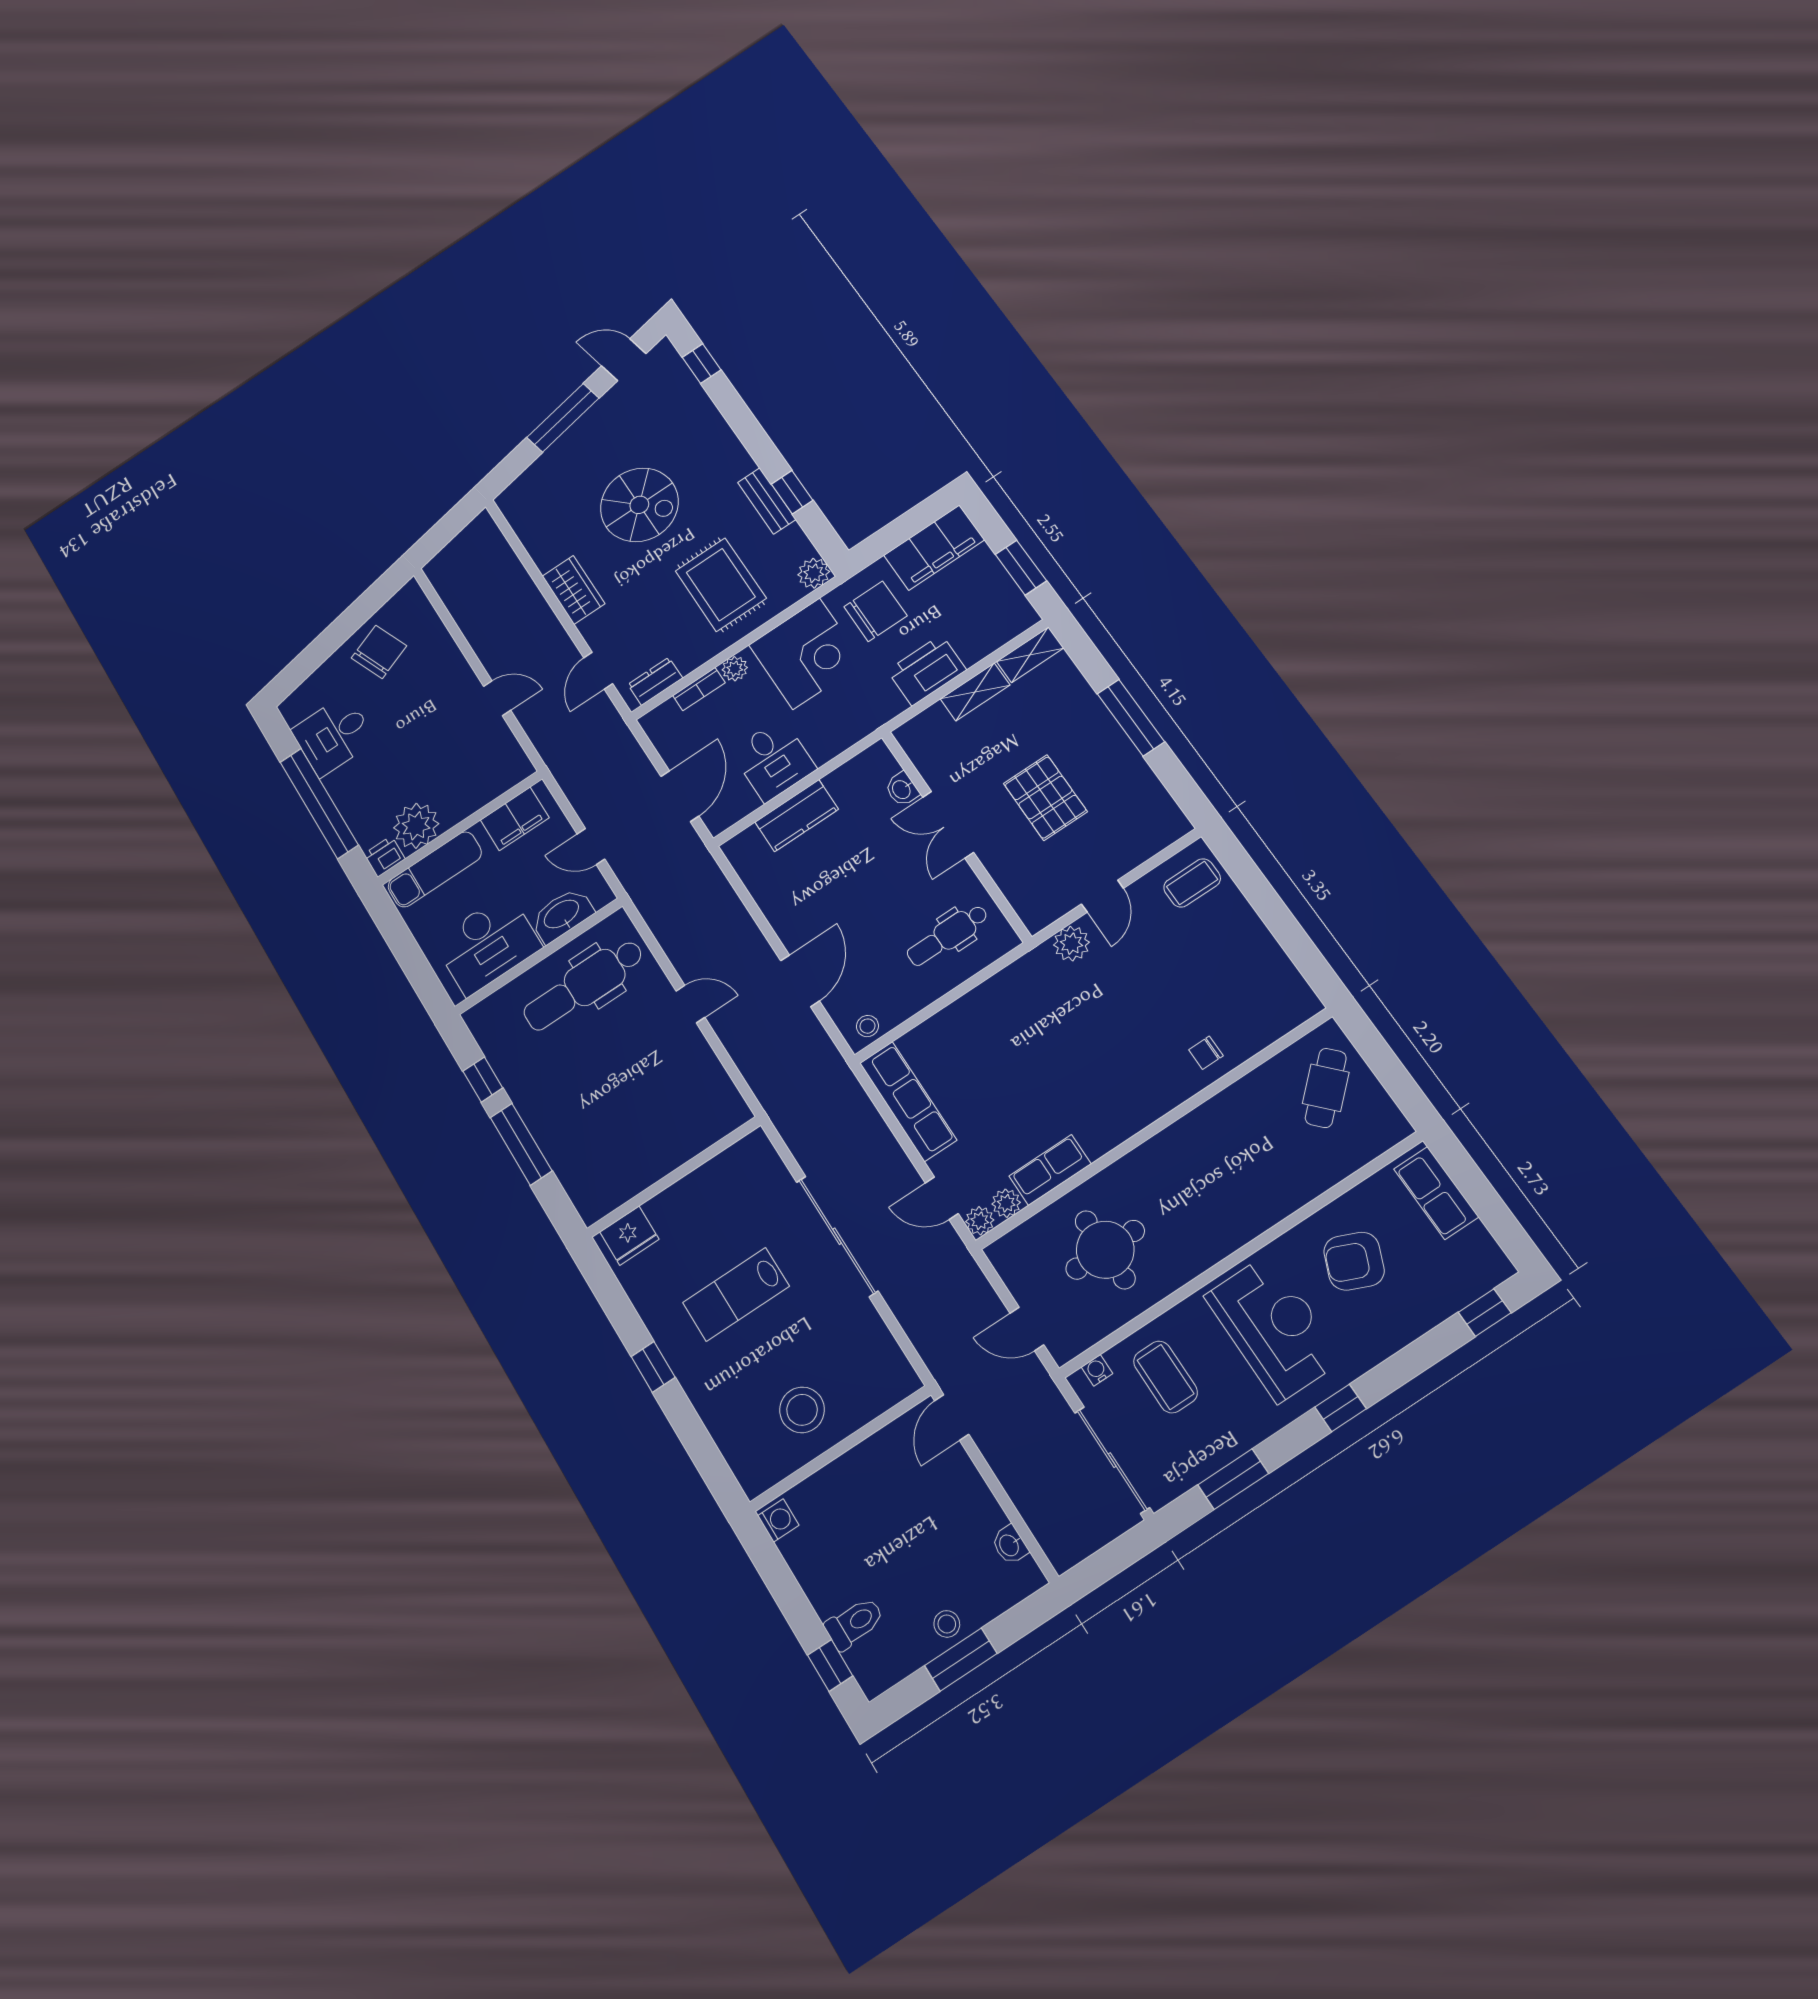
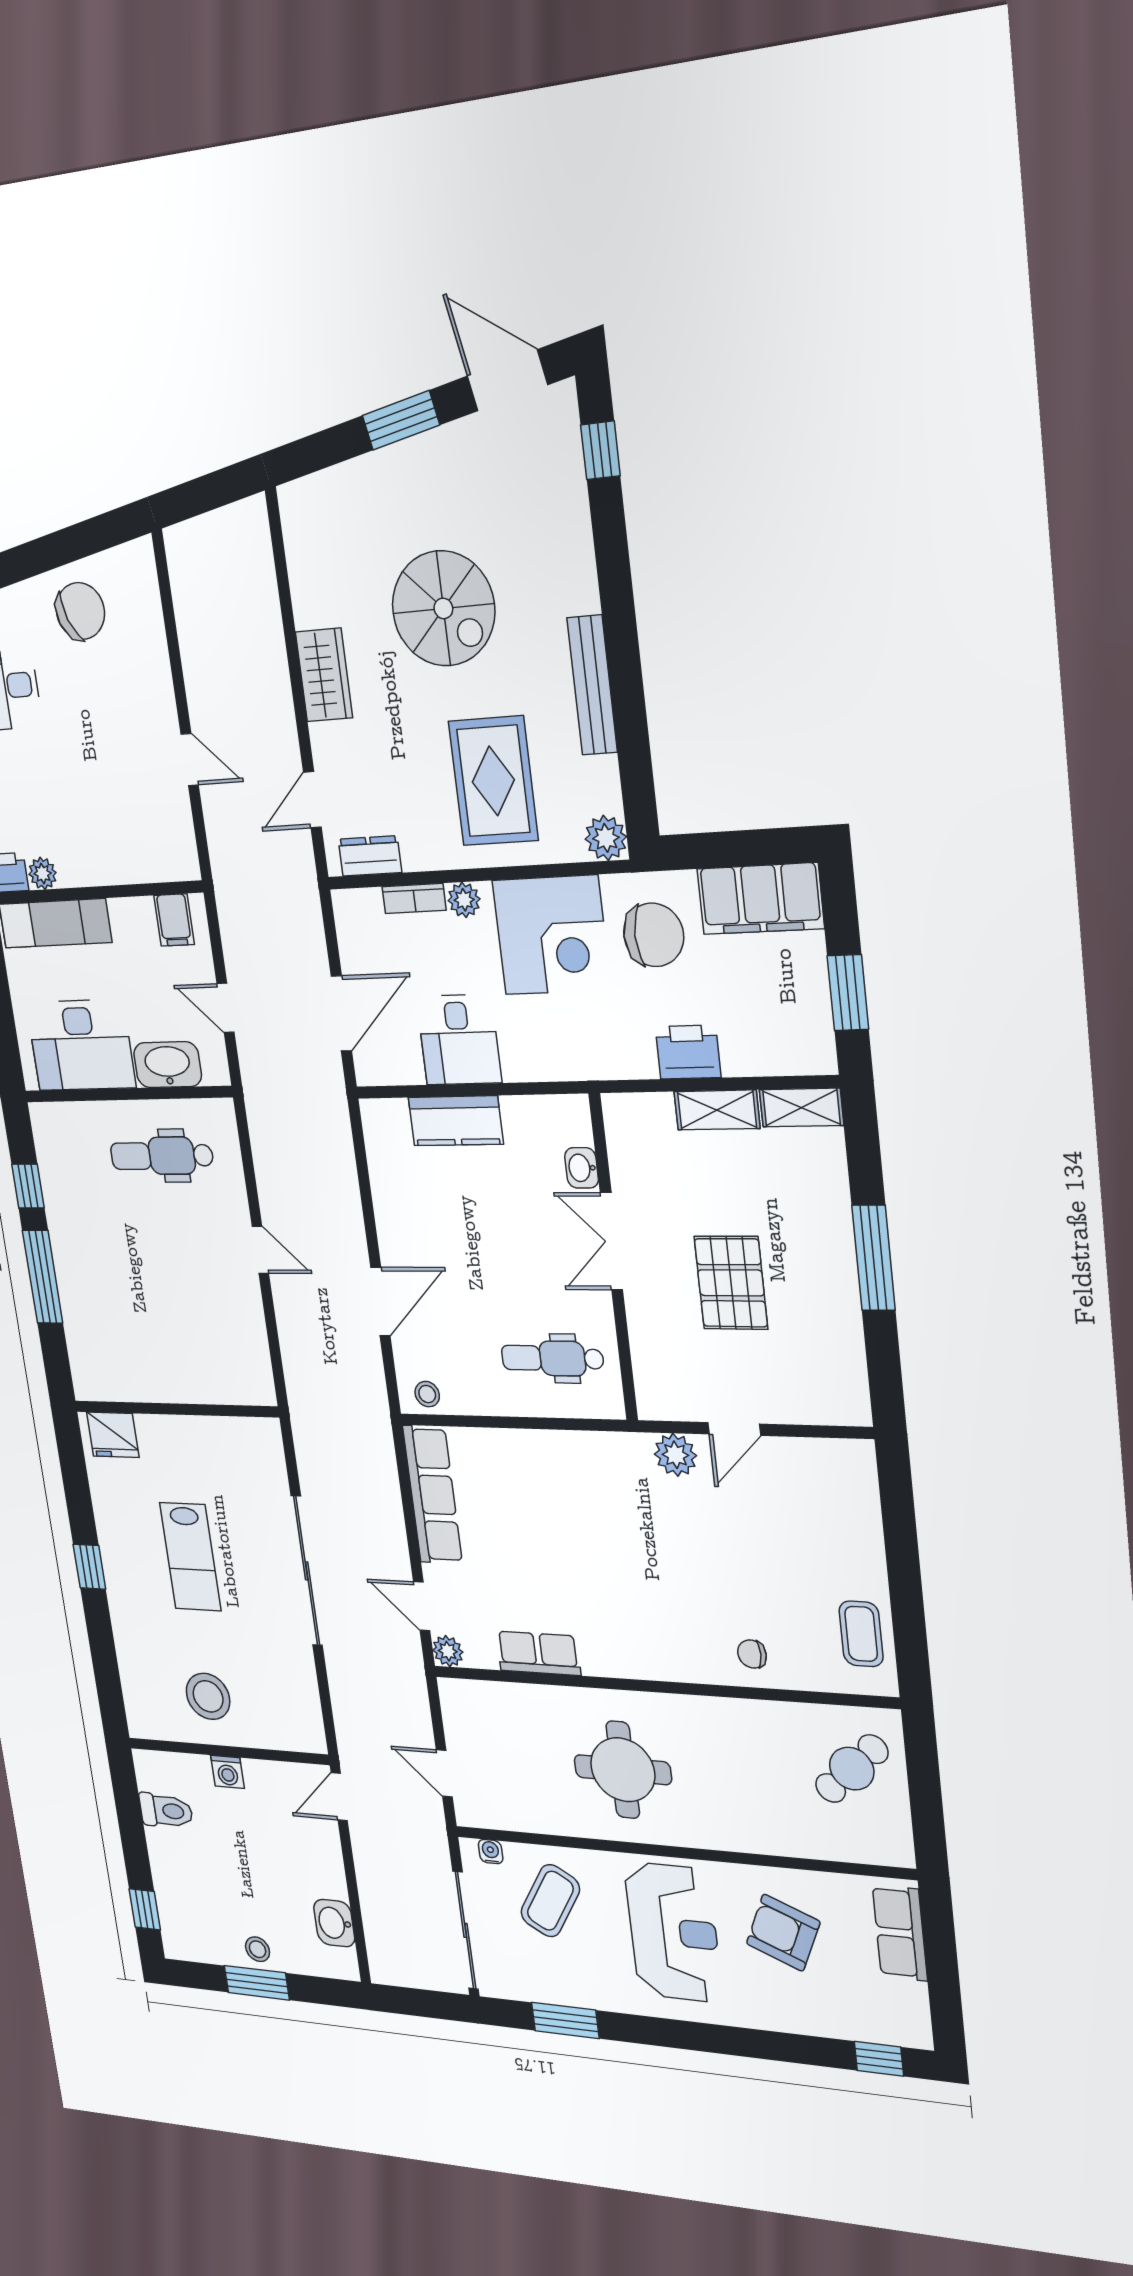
door: (624, 360) -> (507, 380), width x1.37
window: (563, 418) -> (401, 420), width x0.69
window: (792, 492) -> (629, 712), removed
bench: (767, 501) -> (592, 685), width x1.36
printer: (927, 670) -> (688, 1052), width x0.73, depth x0.84
filing cabinet: (515, 819) -> (174, 920), width x0.50
plant: (416, 826) -> (43, 873), width x0.53, depth x0.53
coffee table: (1192, 883) -> (861, 1634), moved, turned 90
dental chair: (584, 985) -> (162, 1156), width x0.73, depth x0.72
plant: (1006, 1203) -> (481, 1653), removed
round table: (1105, 1250) -> (623, 1770), moved
lab bench: (736, 1294) -> (190, 1557), turned -90
coffee table: (1165, 1377) -> (550, 1901), turned 31
window: (1341, 1408) -> (696, 2036), removed
washing machine: (778, 1520) -> (227, 1772), moved, turned 90
washbasin: (1010, 1545) -> (334, 1923), width x1.38, depth x1.45
toilet: (854, 1623) -> (166, 1811), moved

